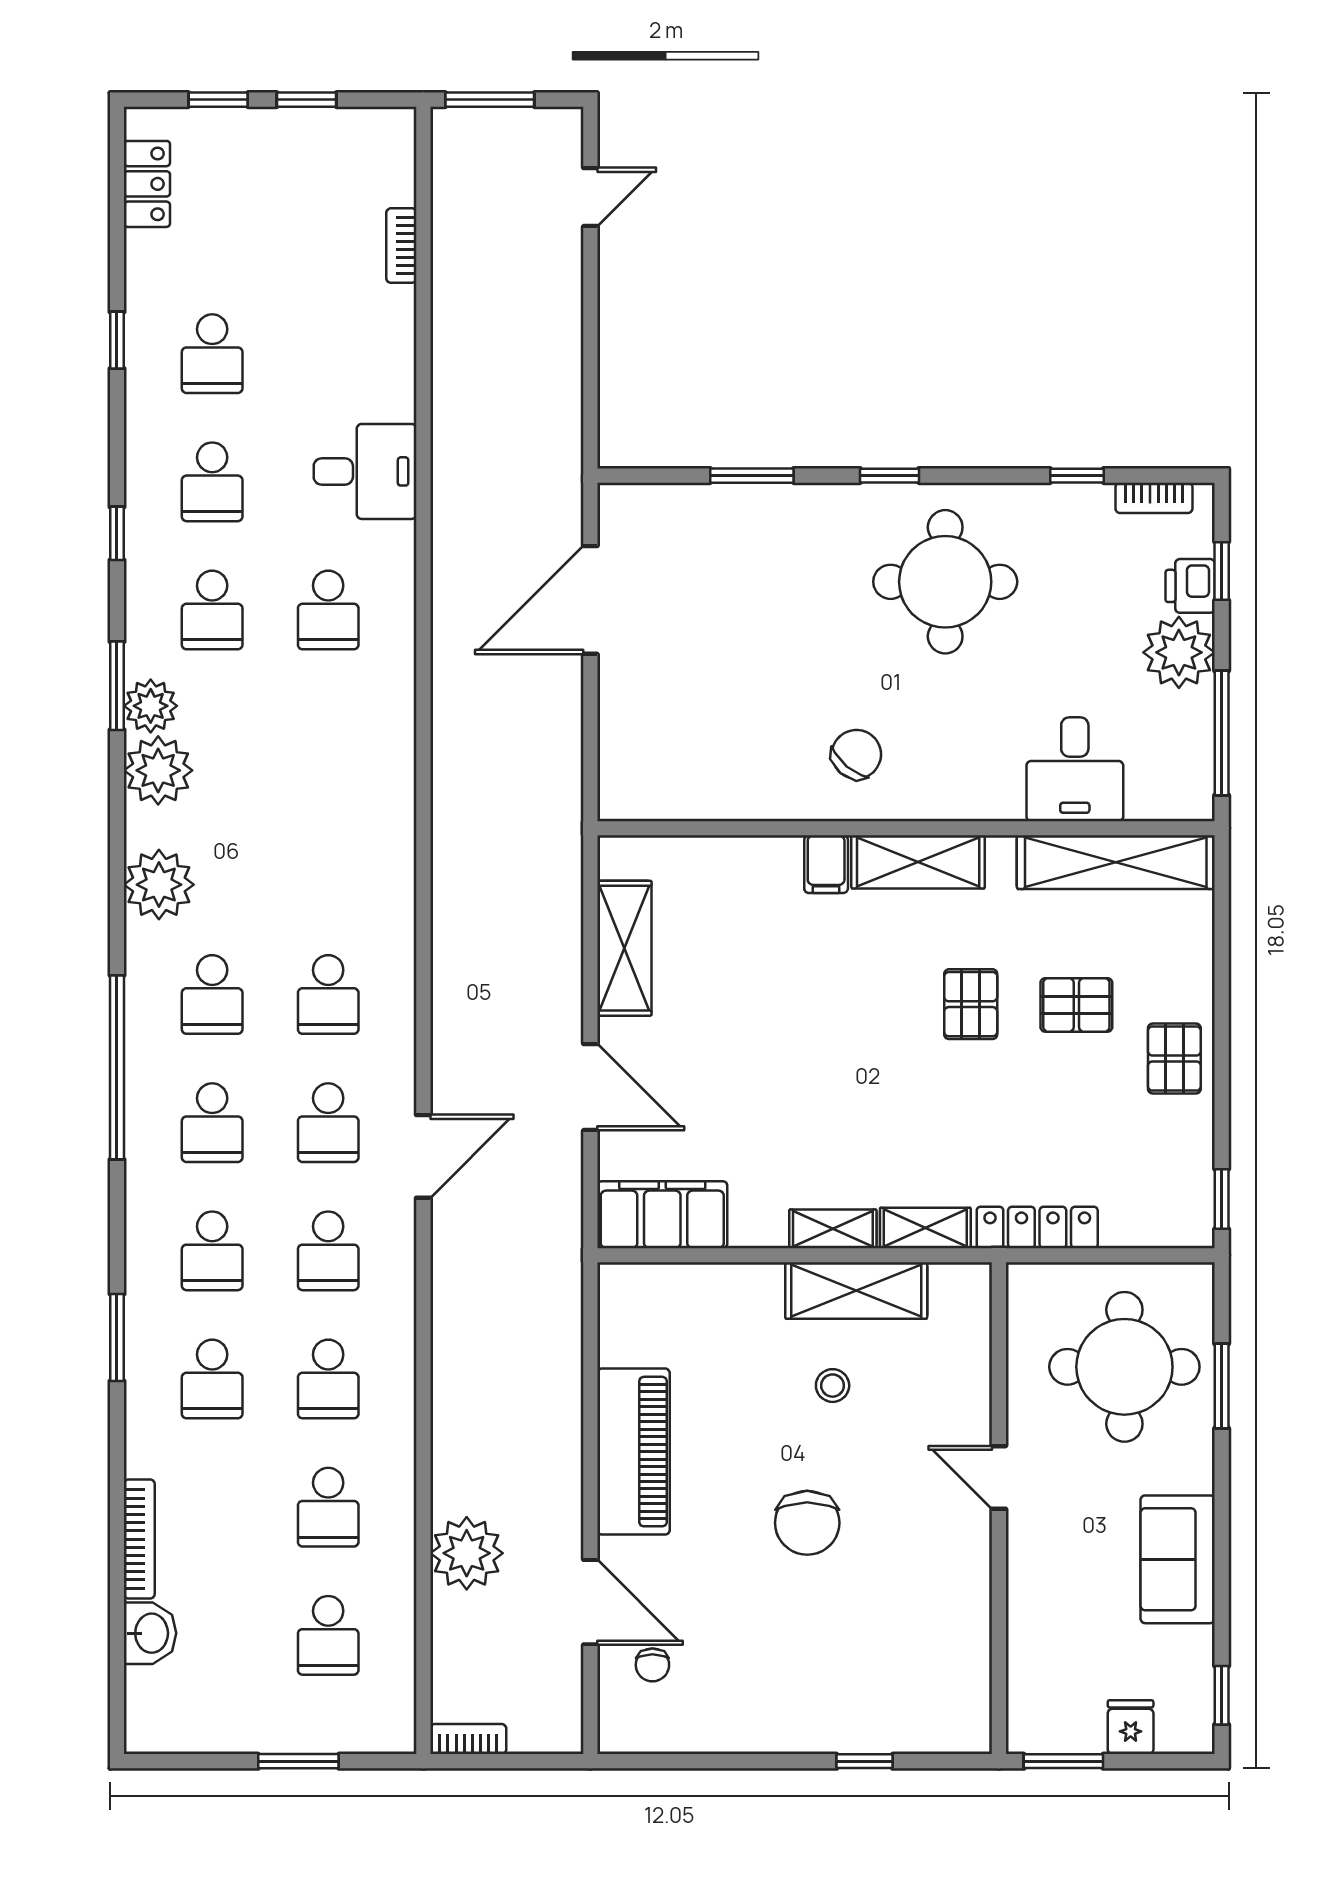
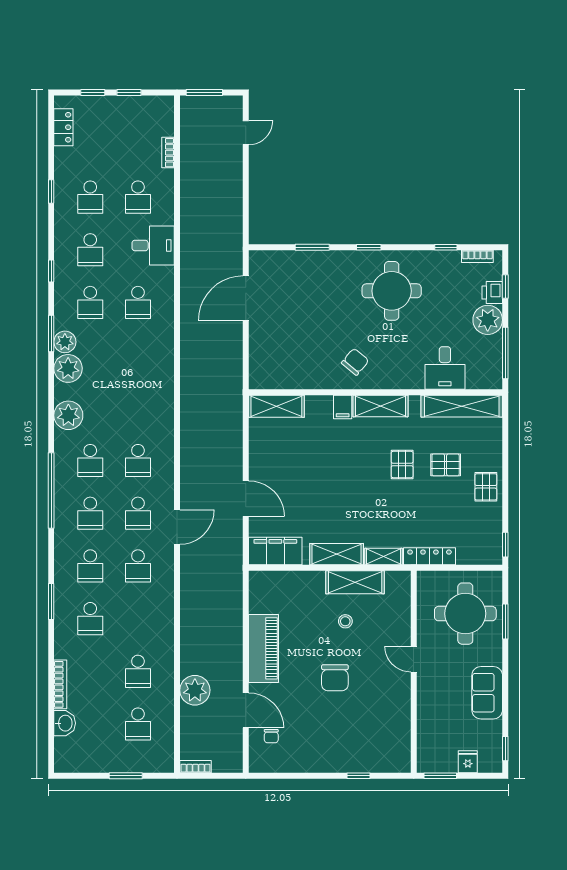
shelving: (624, 948) -> (276, 406), moved, turned 90
shelving: (833, 1229) -> (337, 554), width x1.50, depth x1.33
school desk: (328, 1379) -> (138, 197), moved

